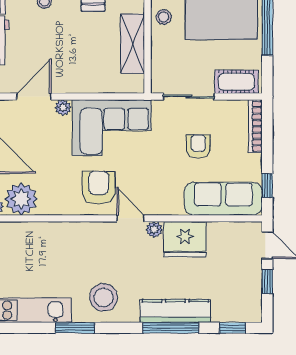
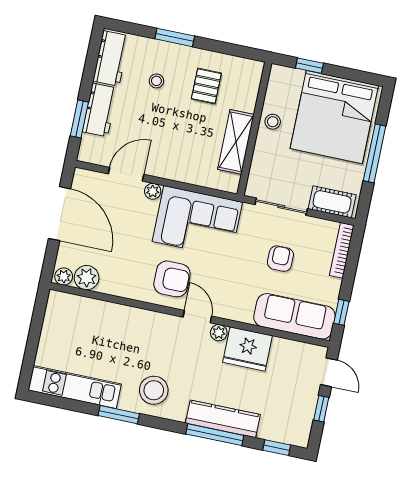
armchair: (99, 187) -> (172, 279), turned 90
plant: (21, 199) -> (87, 278), width x0.73, depth x0.73

